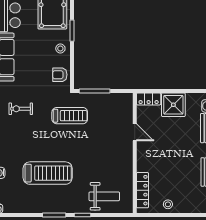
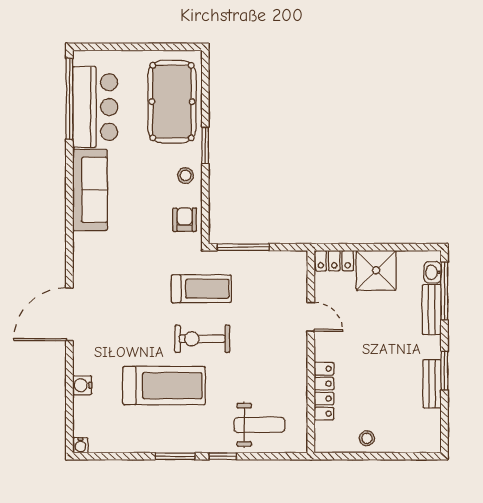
armchair: (60, 75) -> (185, 220), turned 90
exercise bike: (21, 109) -> (202, 339), moved, width x1.38, depth x1.39
locker: (142, 190) -> (324, 391), moved

